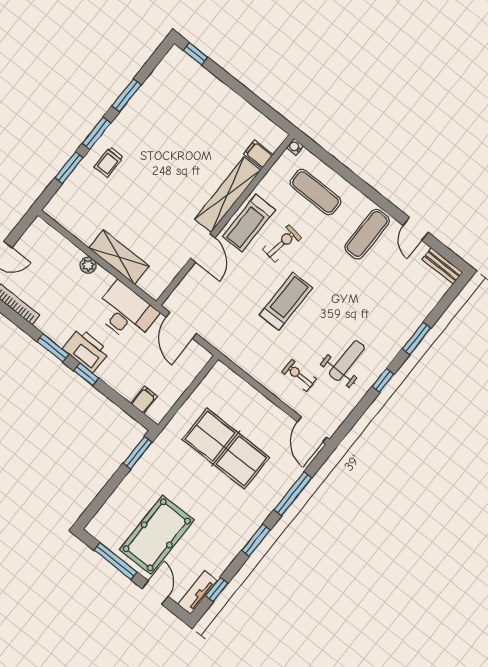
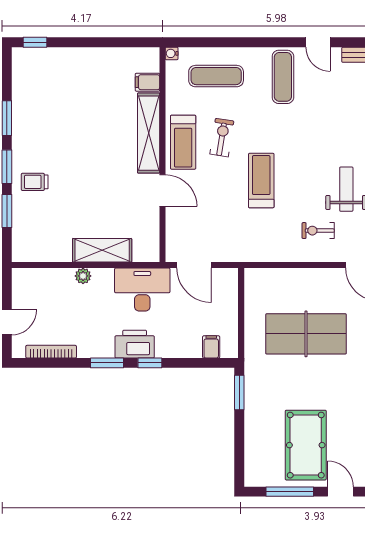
trolley: (109, 162) -> (35, 182), turned 90

